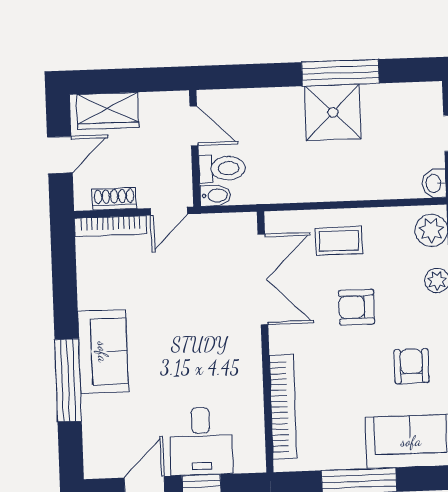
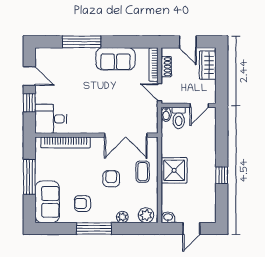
window: (340, 73) -> (222, 175), width x0.46
shower: (333, 112) -> (174, 170), moved
sofa: (103, 352) -> (115, 59), moved
armchair: (411, 366) -> (82, 204), turned 180
desk: (201, 441) -> (51, 119), moved

